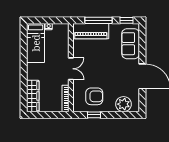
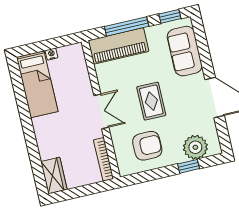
rug: (103, 70) -> (151, 101), added
wardrobe: (33, 96) -> (54, 176), width x0.67
window: (94, 115) -> (188, 166), moved

